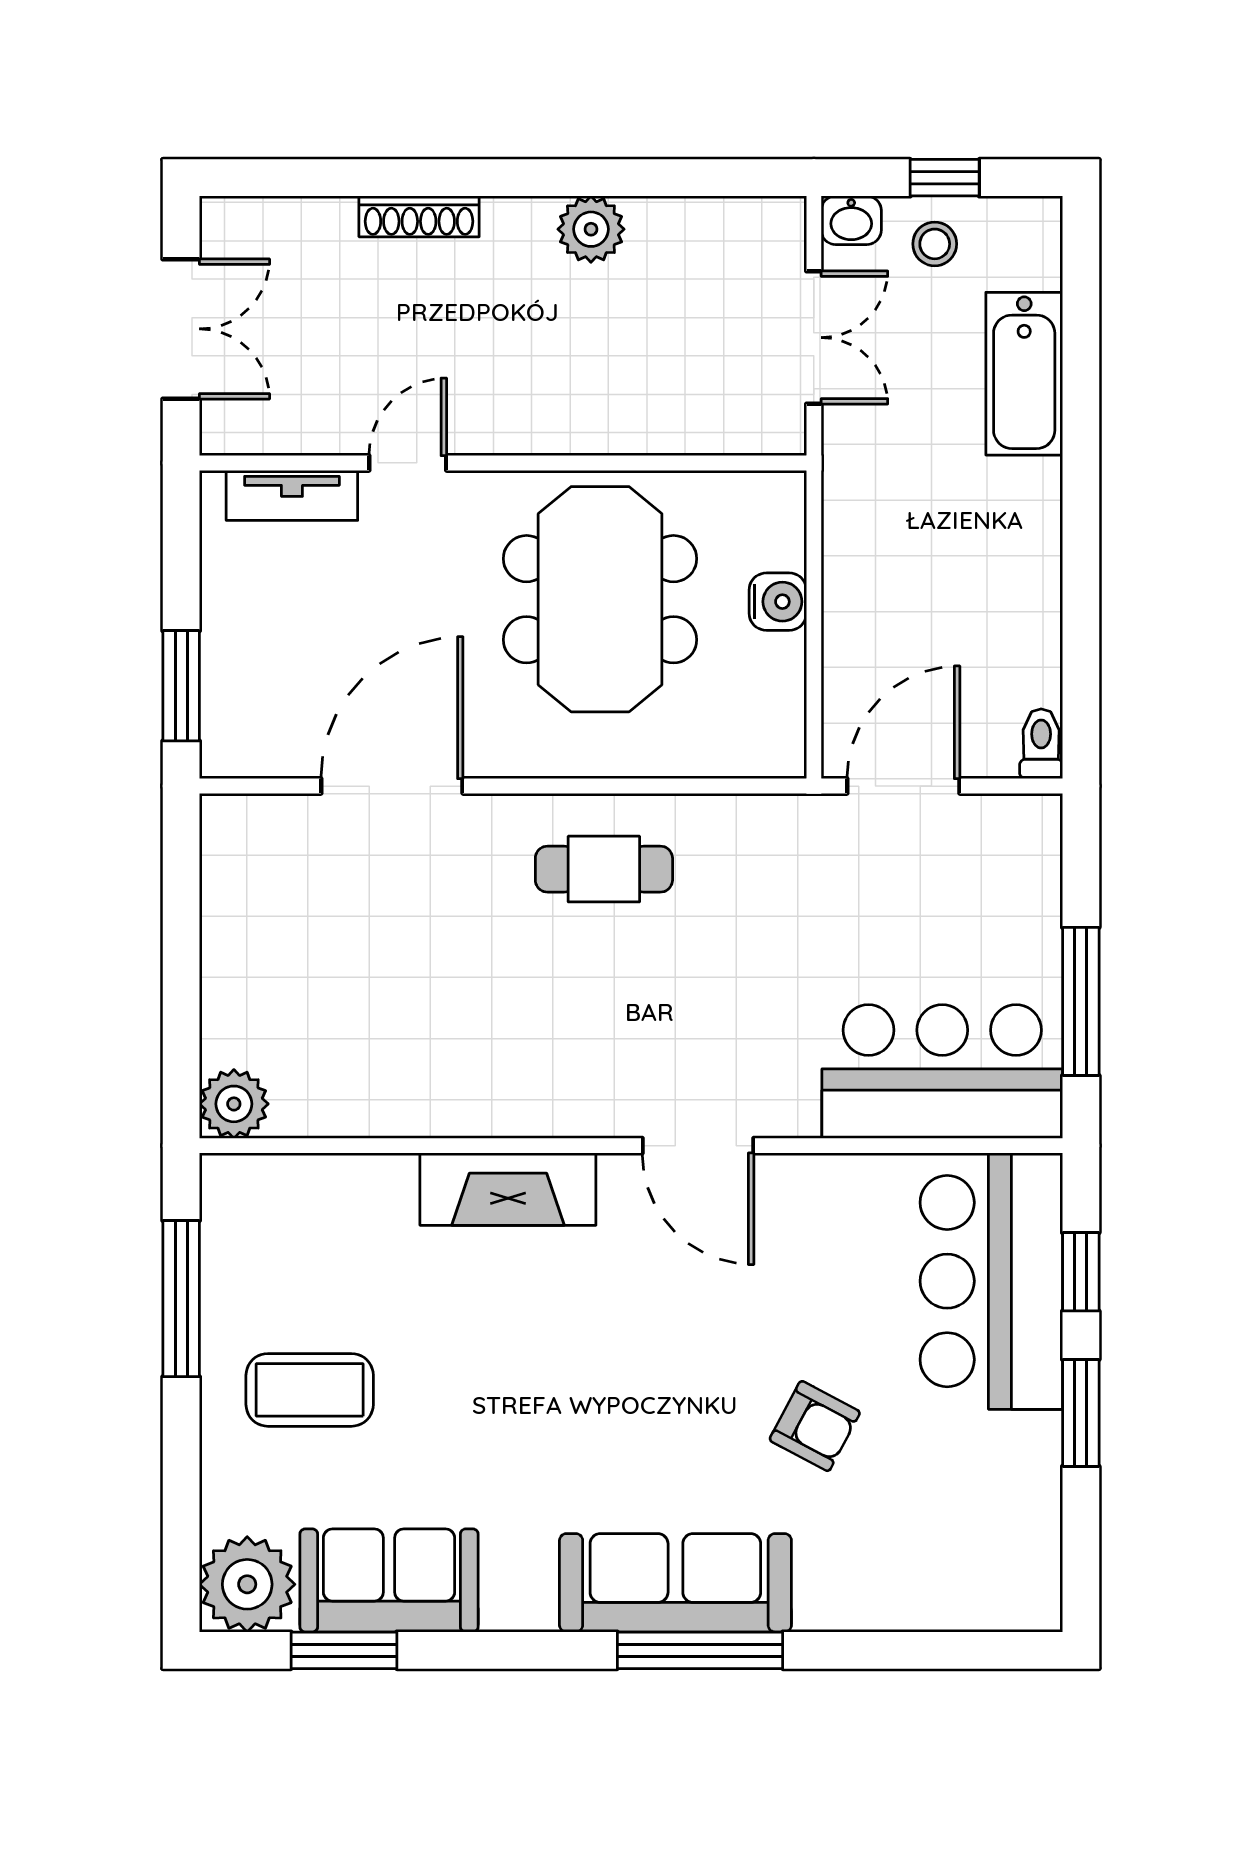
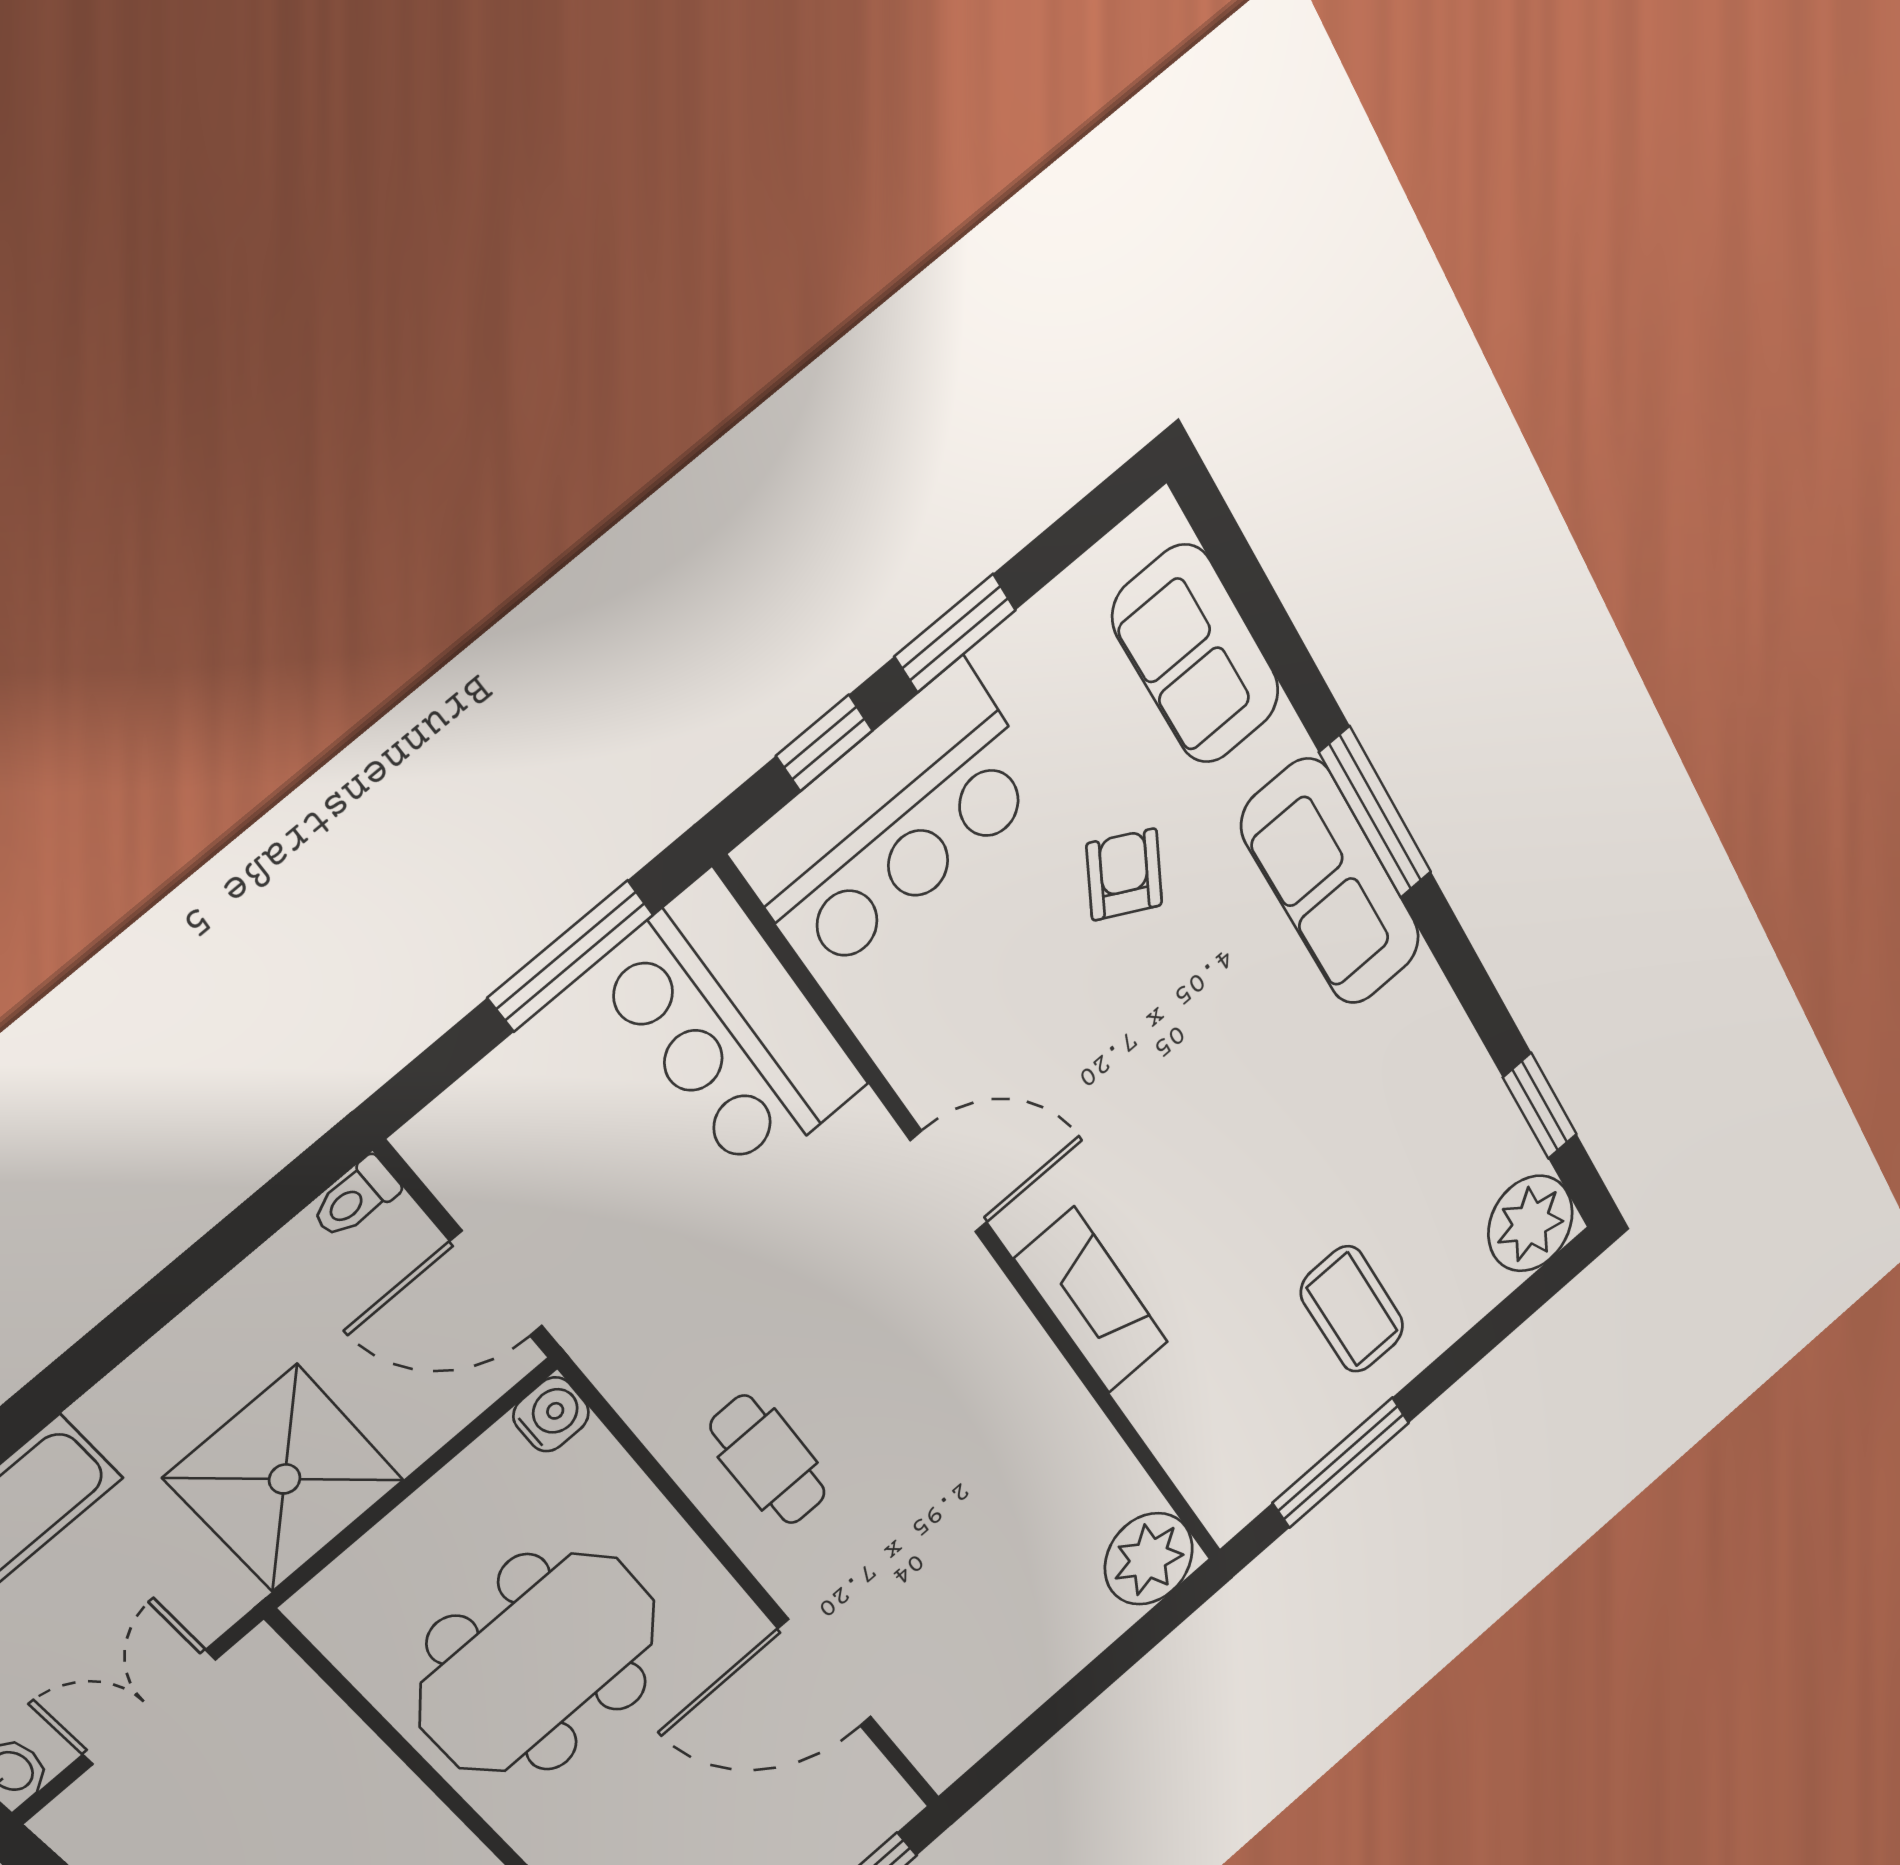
shower: (893, 549) -> (285, 1479), added
water cooler: (778, 602) -> (551, 1414), moved, turned 90
plant: (234, 1104) -> (1149, 1559), width x1.36, depth x1.36
door: (698, 1146) -> (949, 1182), hinge flipped
sofa: (389, 1580) -> (1196, 655), moved

